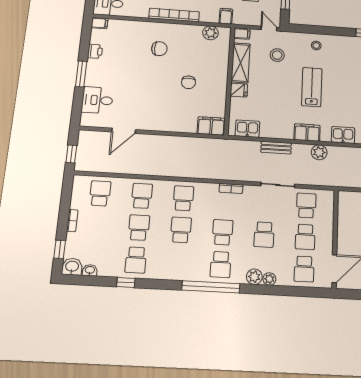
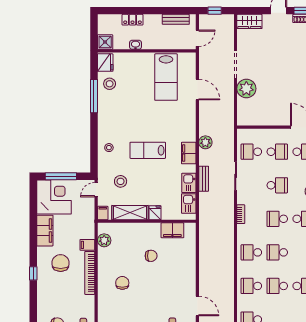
filing cabinet: (226, 16) -> (87, 245), moved
filing cabinet: (211, 126) -> (172, 230), moved, turned -90
kitchen sink: (343, 135) -> (189, 183), moved

